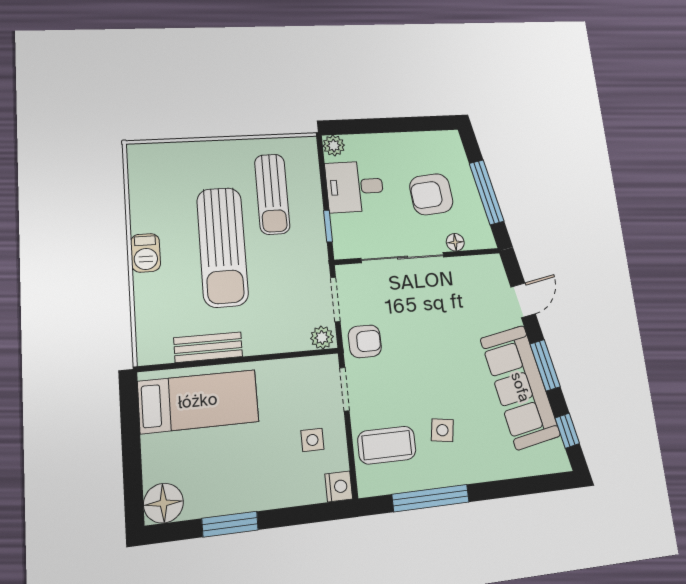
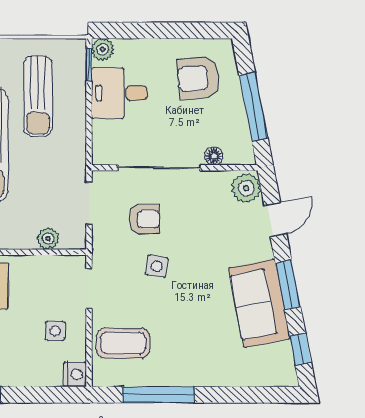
armchair: (431, 194) -> (198, 78), moved
window: (328, 226) -> (89, 65), moved
plant: (491, 272) -> (246, 188), added
plant: (322, 337) -> (48, 239), moved
armchair: (365, 341) -> (144, 219), moved
sofa: (520, 387) -> (259, 303), width x0.73
side table: (442, 430) -> (157, 266), moved

